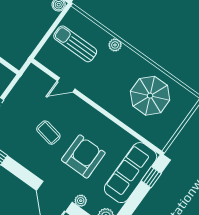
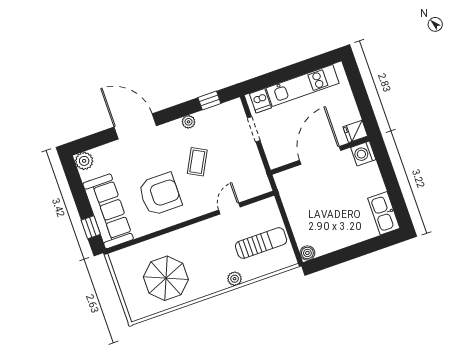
coffee table: (48, 133) -> (197, 162), turned -73
armchair: (83, 156) -> (160, 194), moved, turned -90
plant: (81, 201) -> (189, 122), moved

